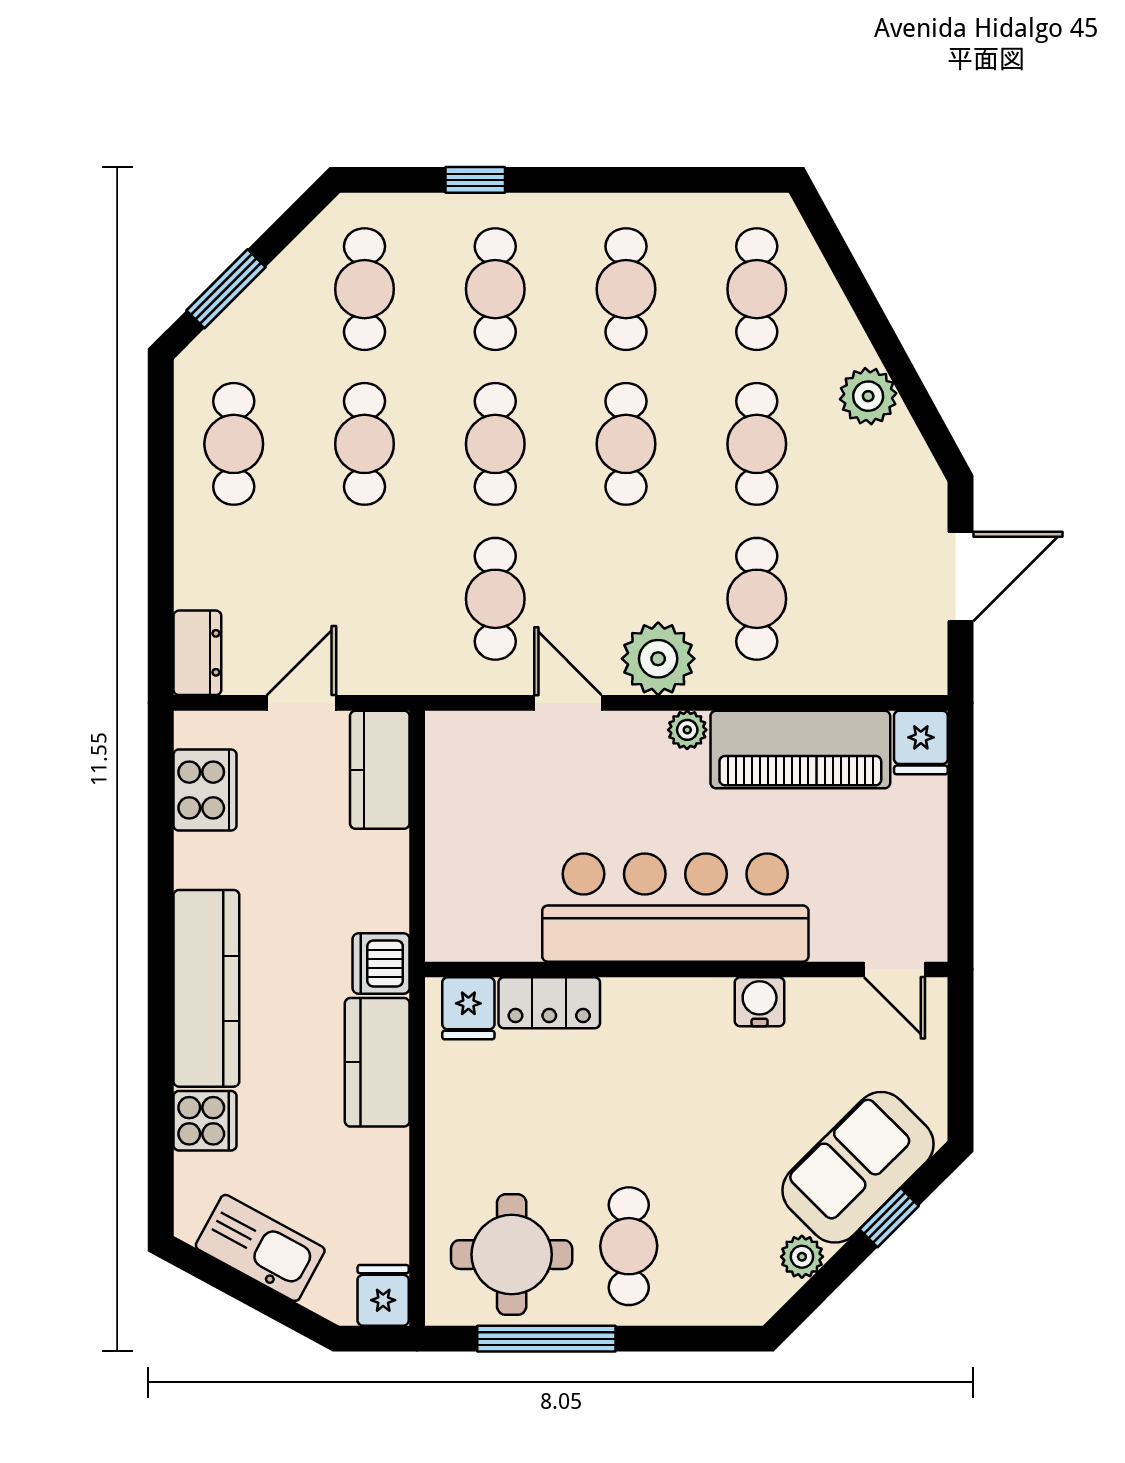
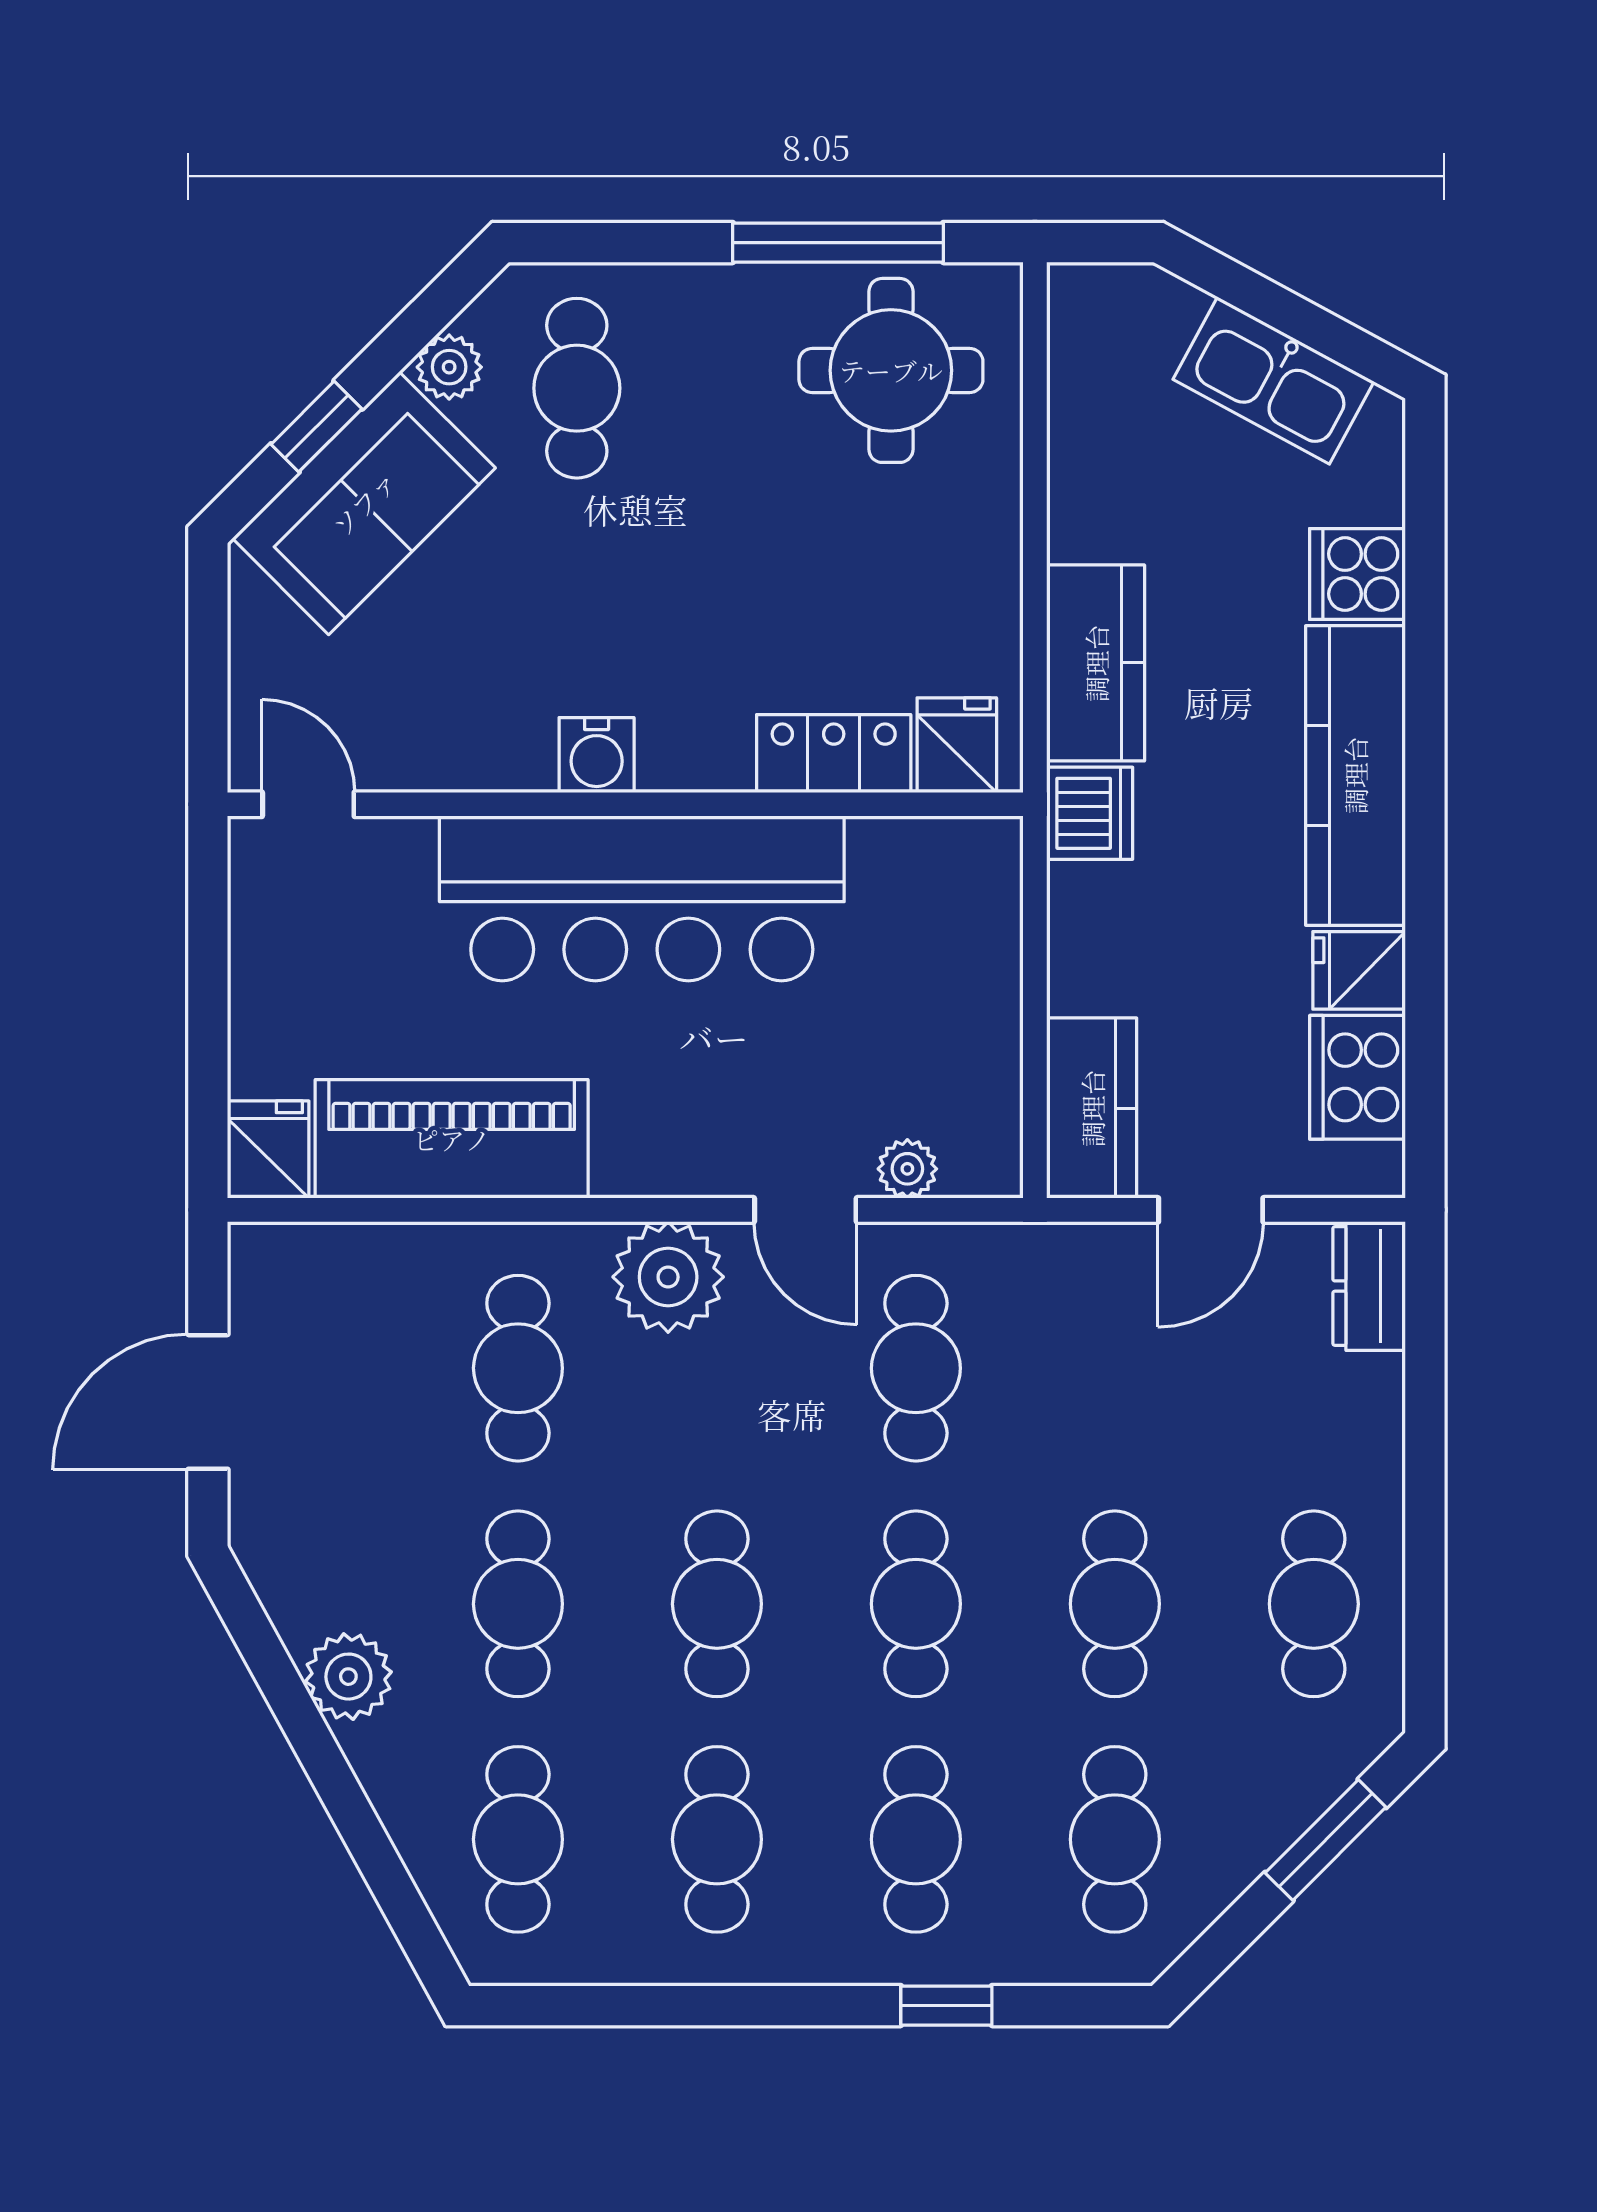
plant: (687, 730) -> (907, 1169), moved
water cooler: (760, 1002) -> (597, 755), moved
cafe table: (629, 1246) -> (577, 388), moved
fridge: (383, 1295) -> (1359, 970), moved, turned 90

